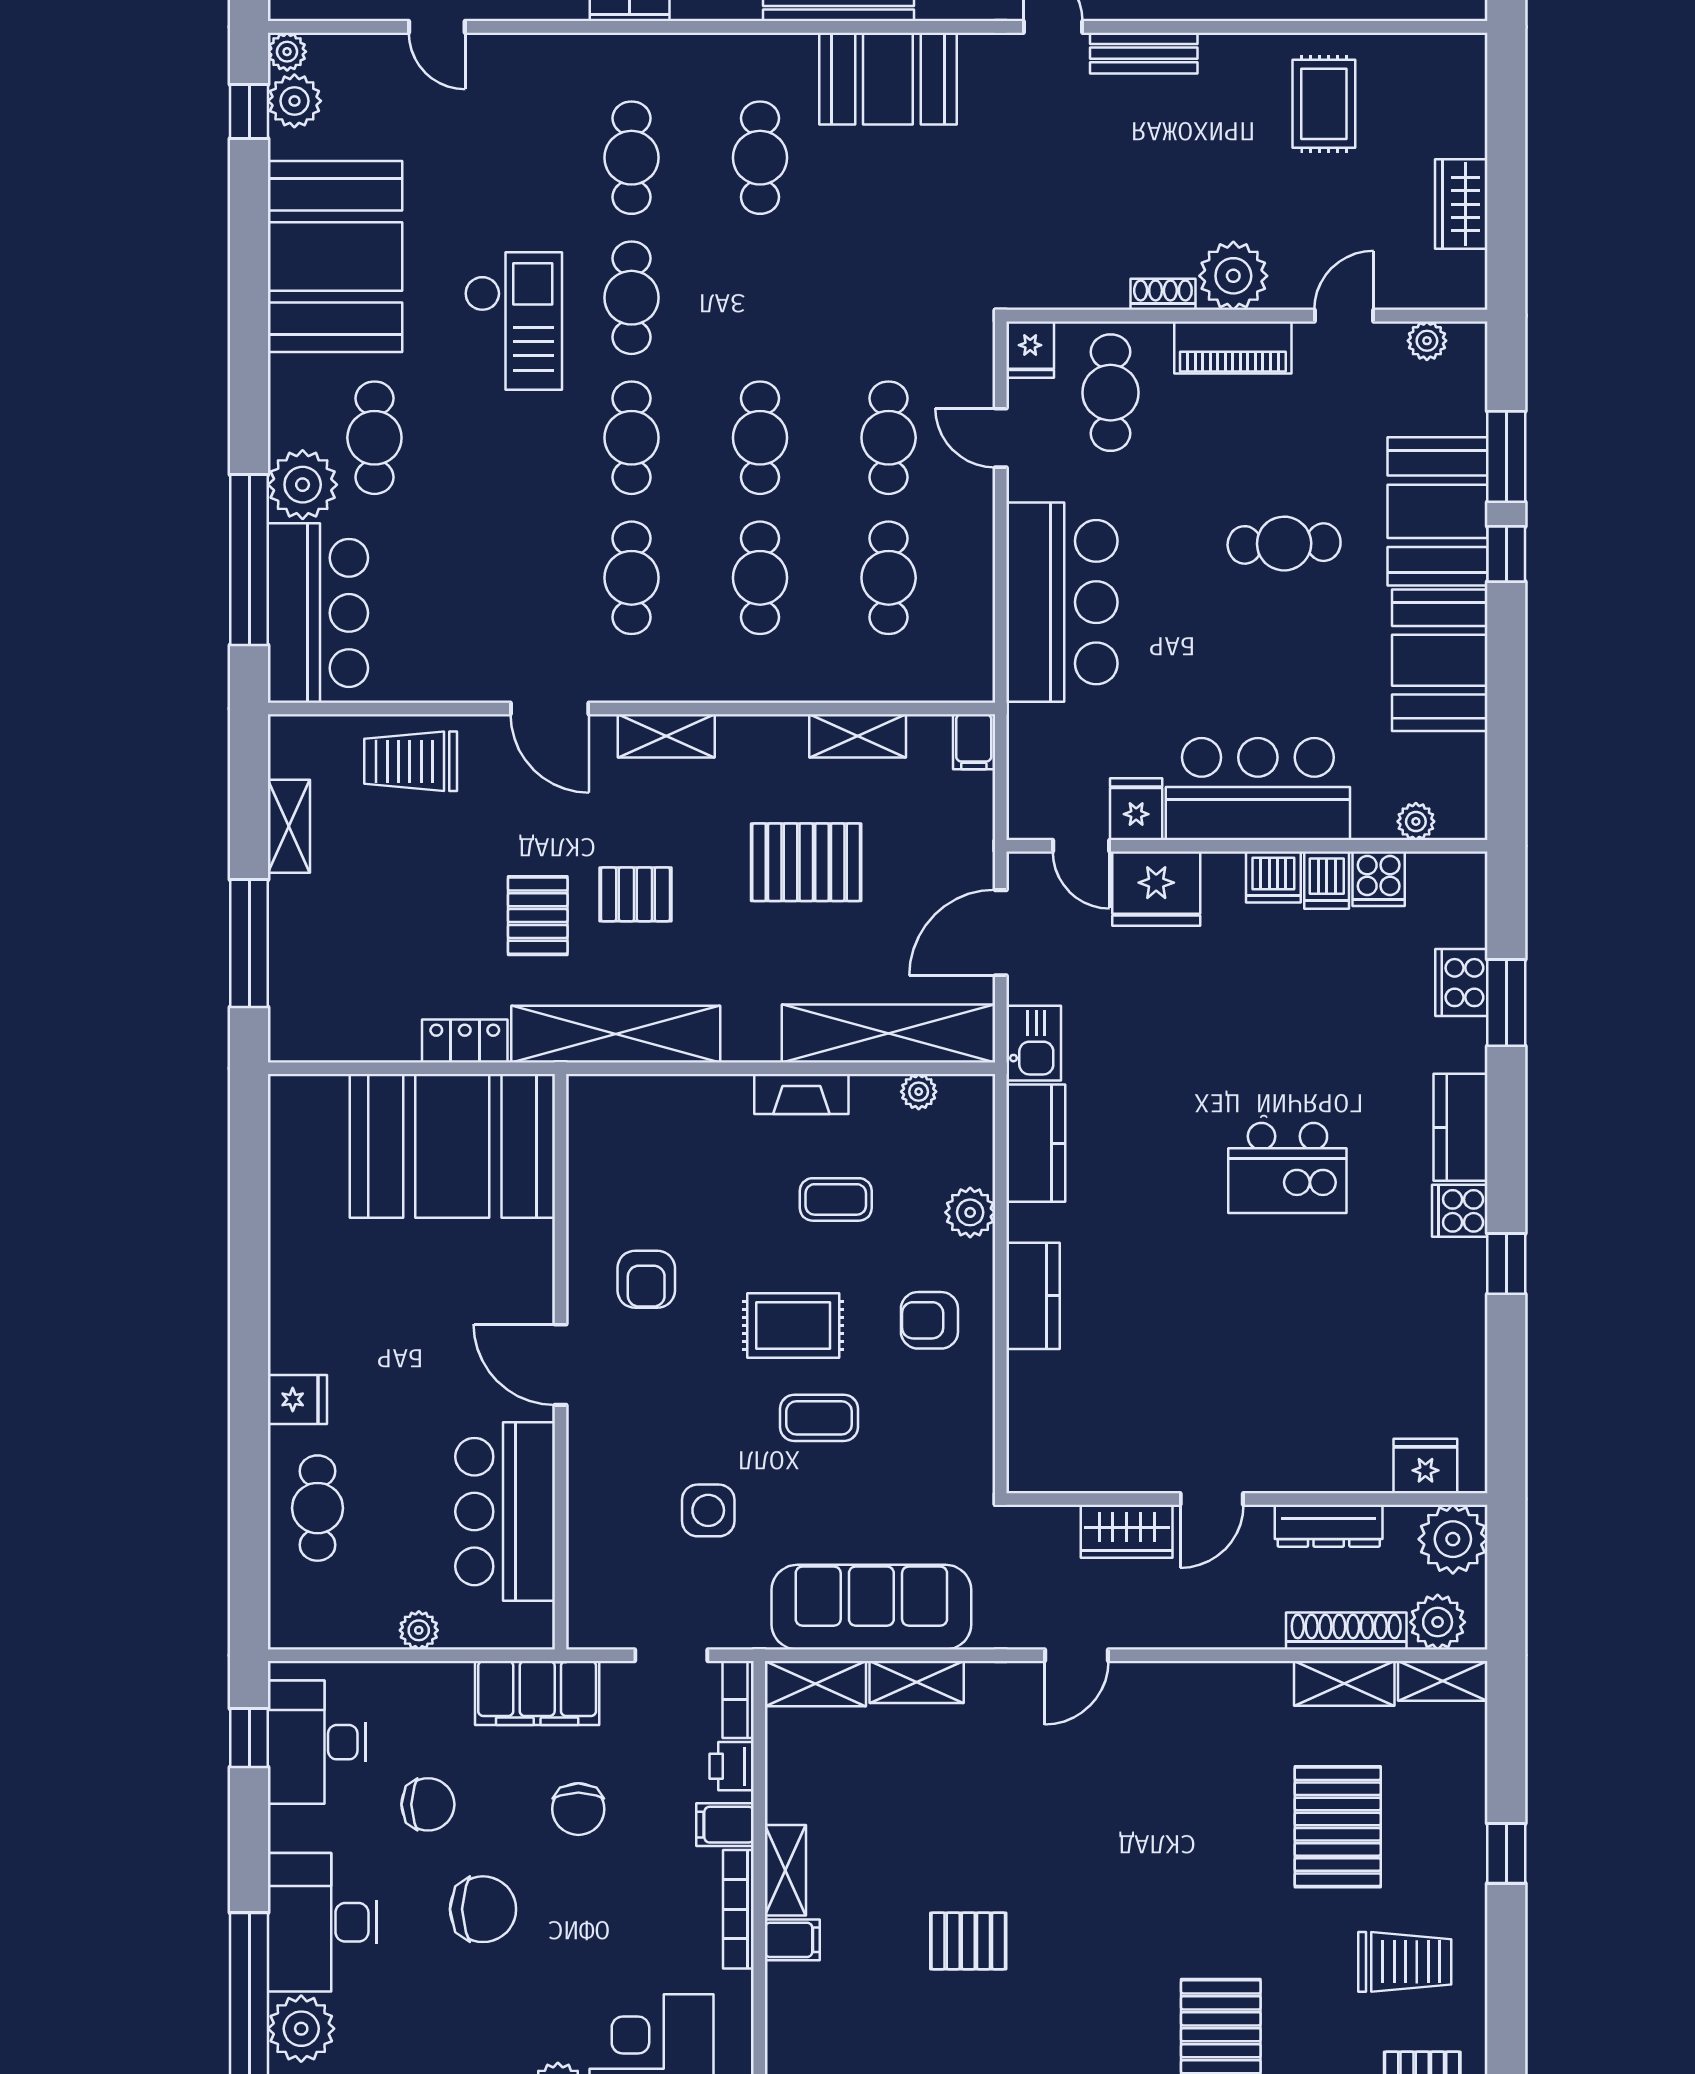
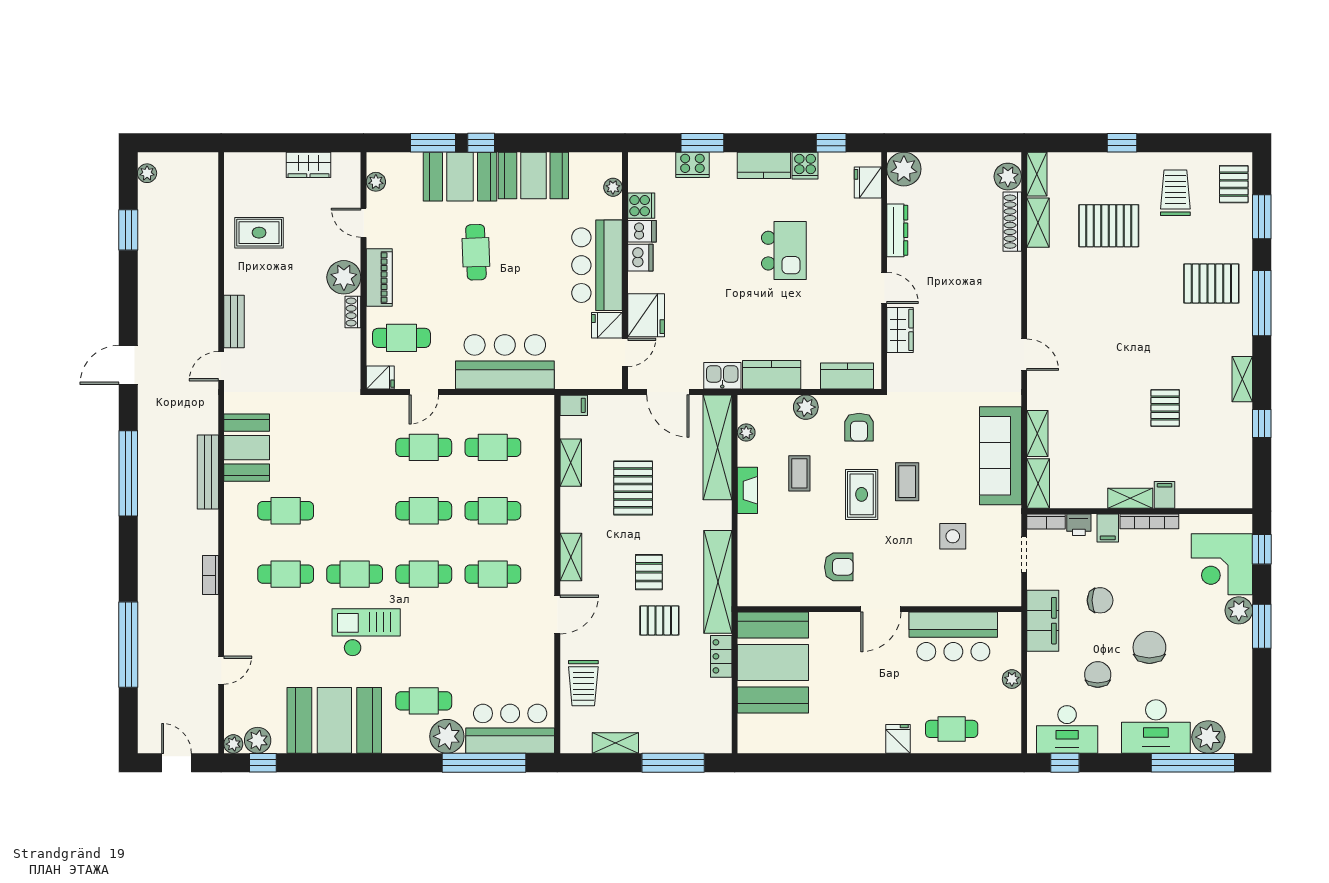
fridge: (1425, 1466) -> (868, 183), moved
door: (1212, 1499) -> (884, 288), moved
wall: (1247, 1499) -> (884, 271), moved
dresser: (1329, 1526) -> (897, 230), moved
wardrobe: (1127, 1531) -> (900, 330), moved
plant: (1453, 1539) -> (904, 169), moved

